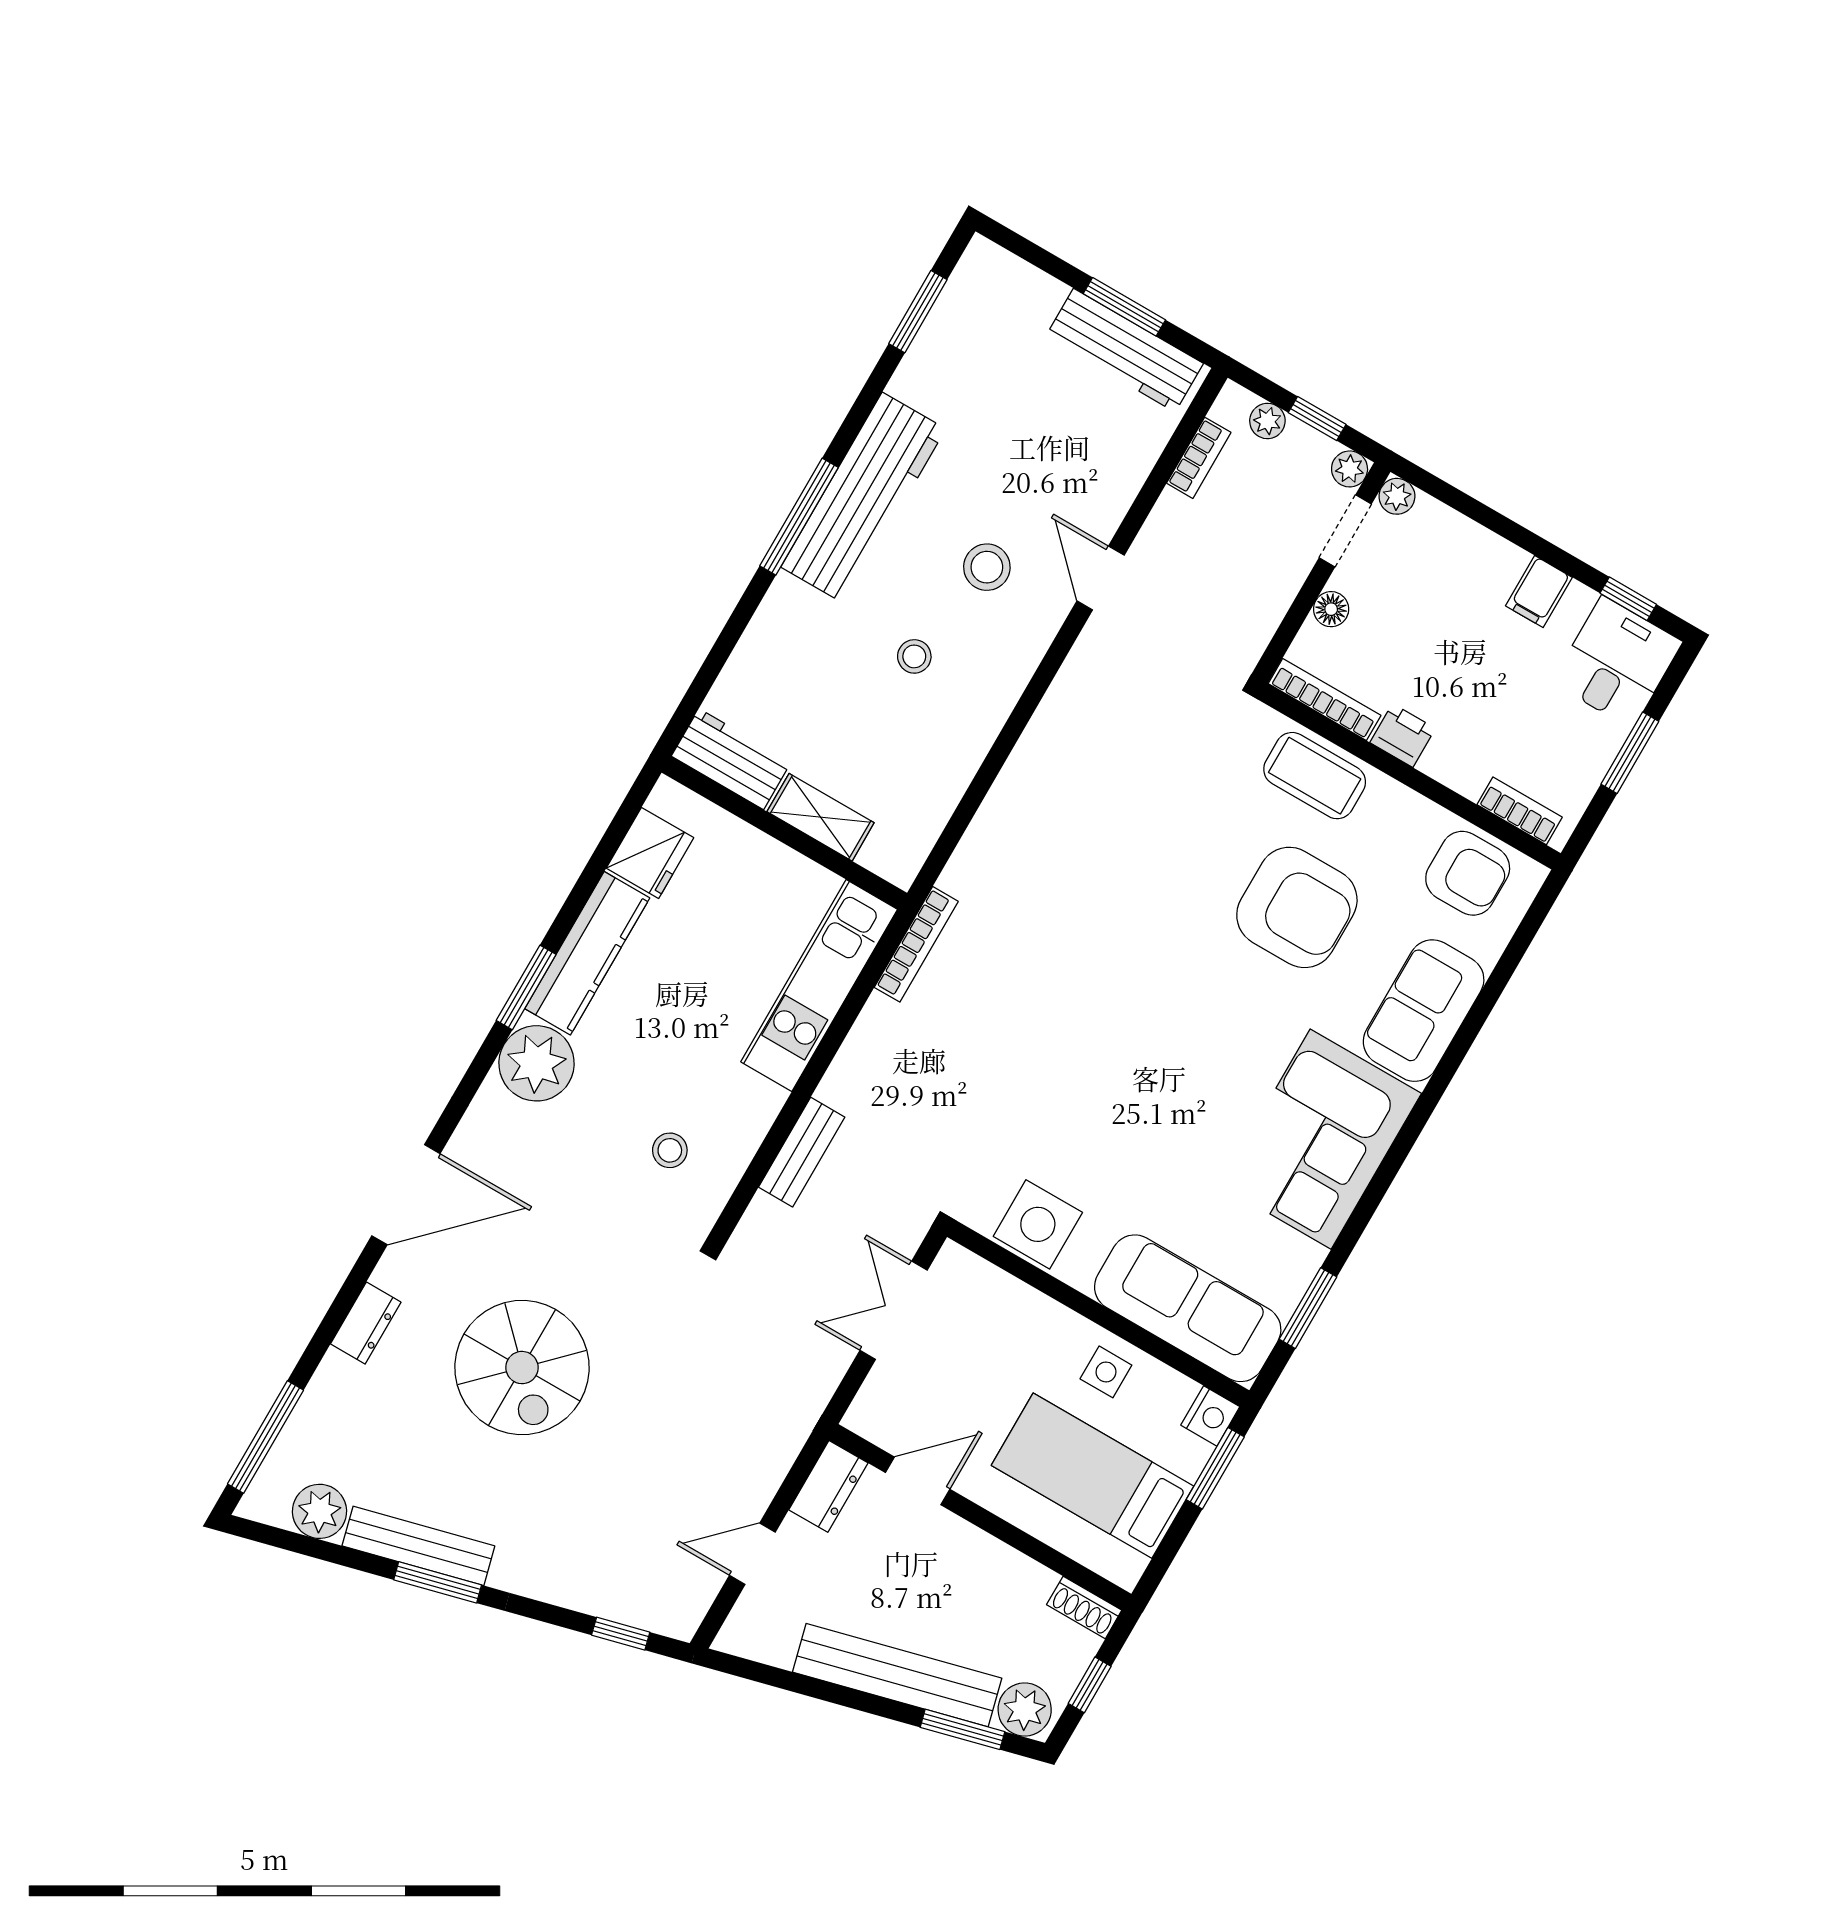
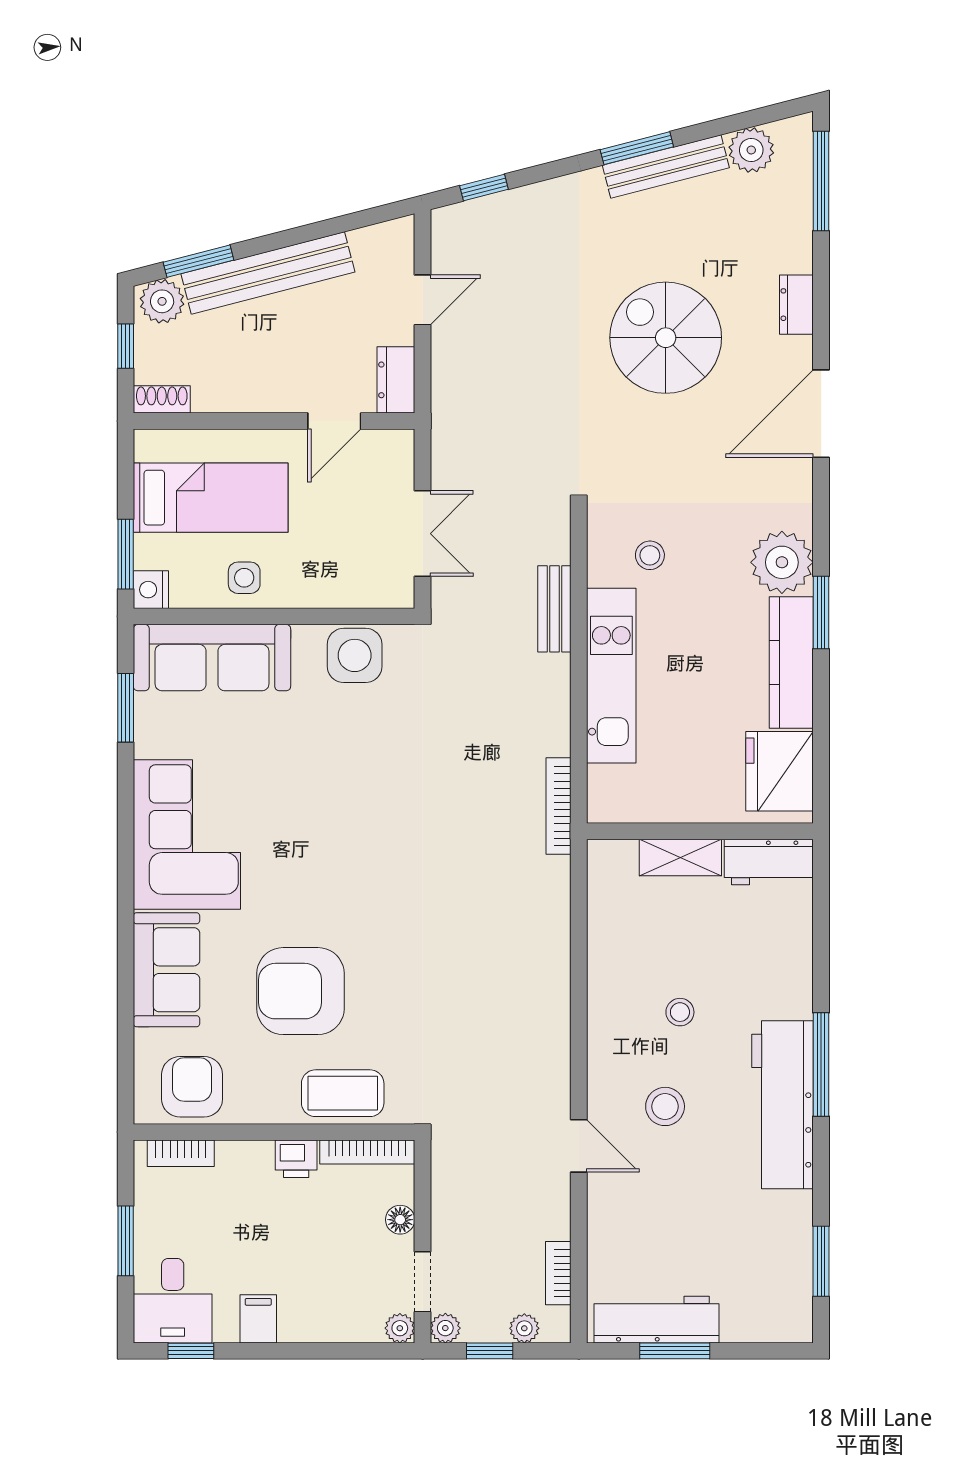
fridge: (650, 853) -> (780, 771), width x1.36, depth x1.34
armchair: (1468, 873) -> (192, 1087), turned 90
kitchen unit: (819, 986) -> (611, 676), moved

